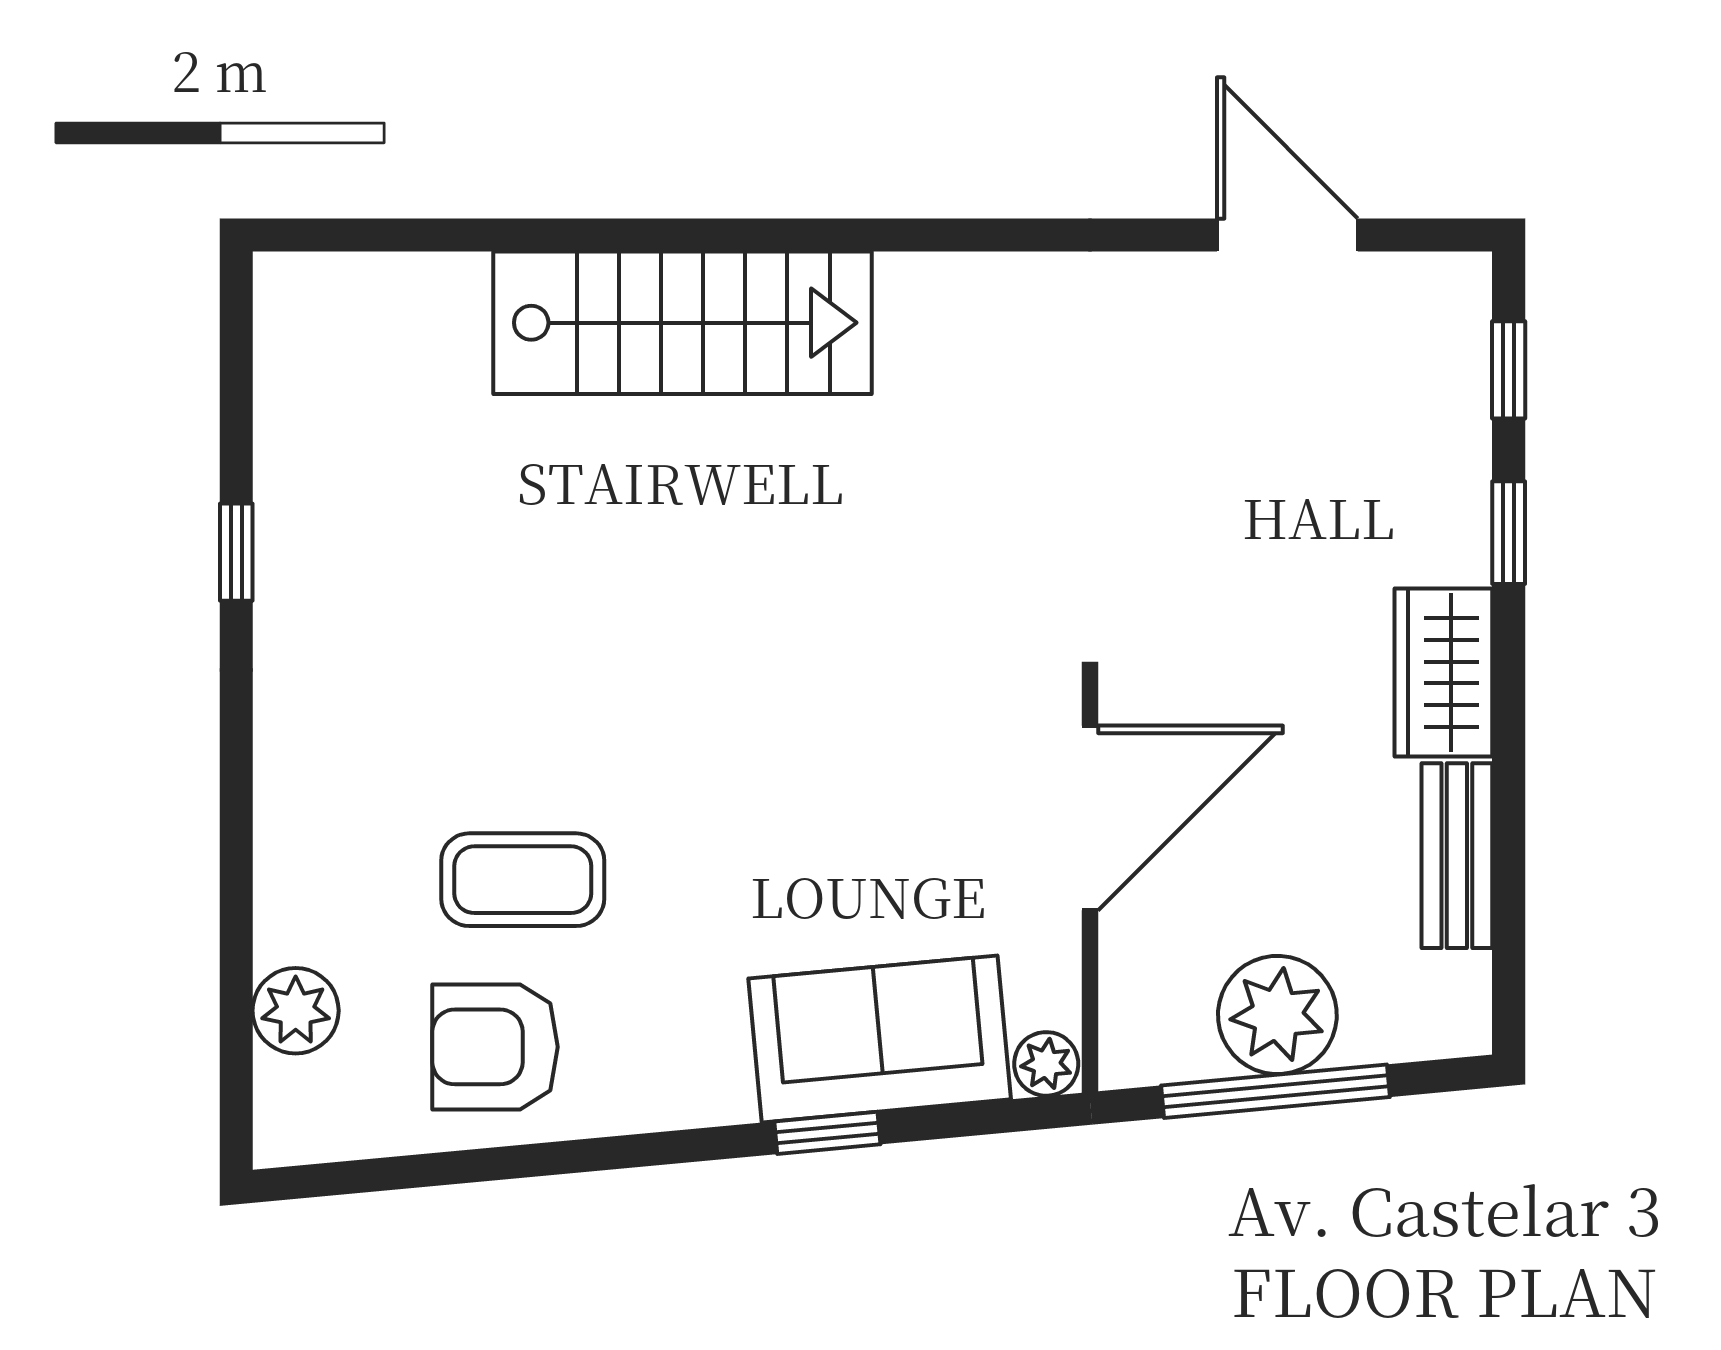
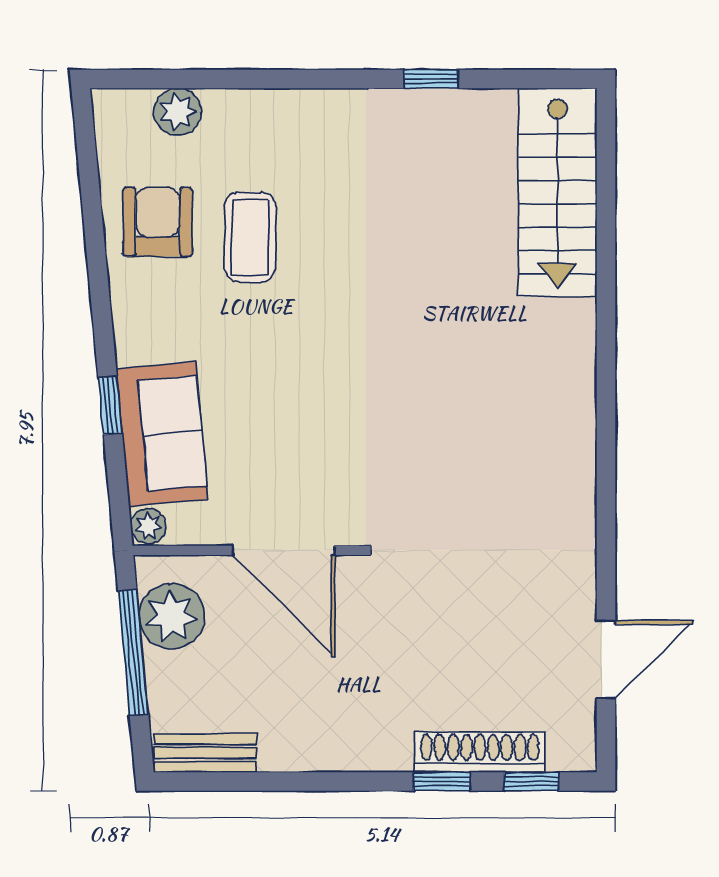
stairs: (683, 323) -> (557, 192), moved
shoe rack: (1456, 463) -> (480, 752), added
wardrobe: (1443, 672) -> (364, 745), removed
bench: (1457, 856) -> (205, 753), moved
plant: (1277, 1015) -> (172, 616), moved

